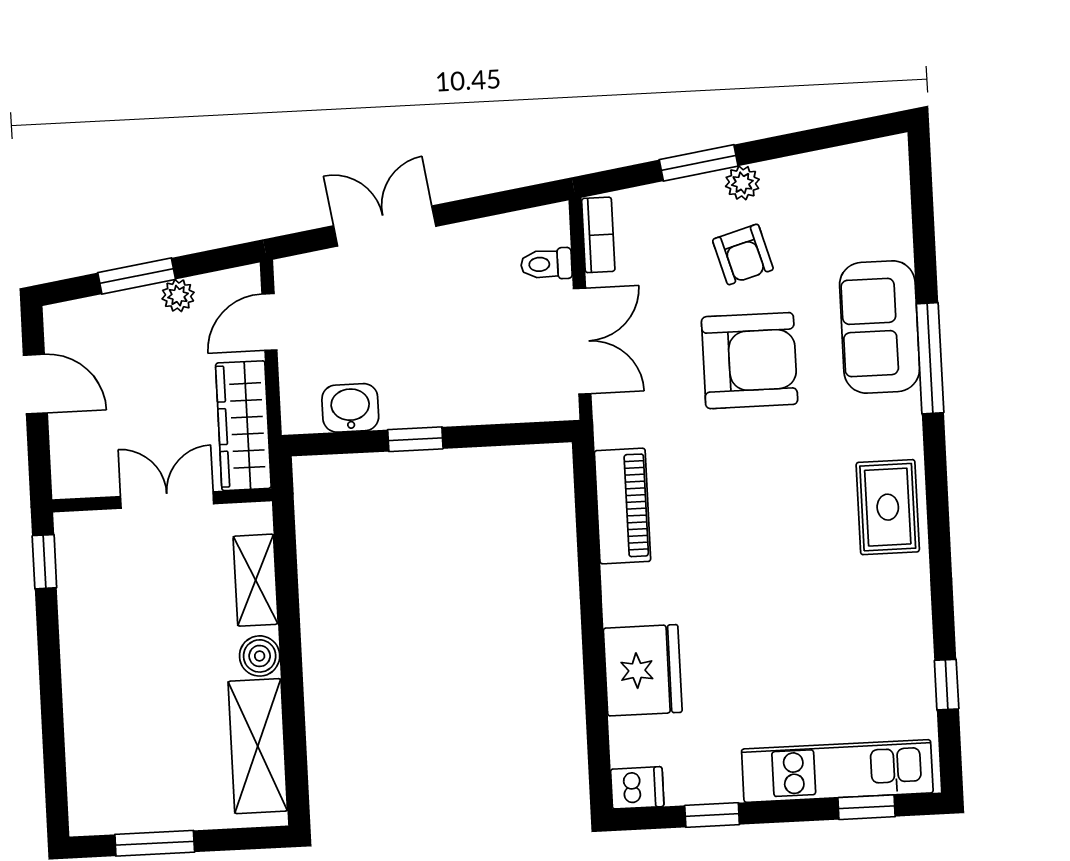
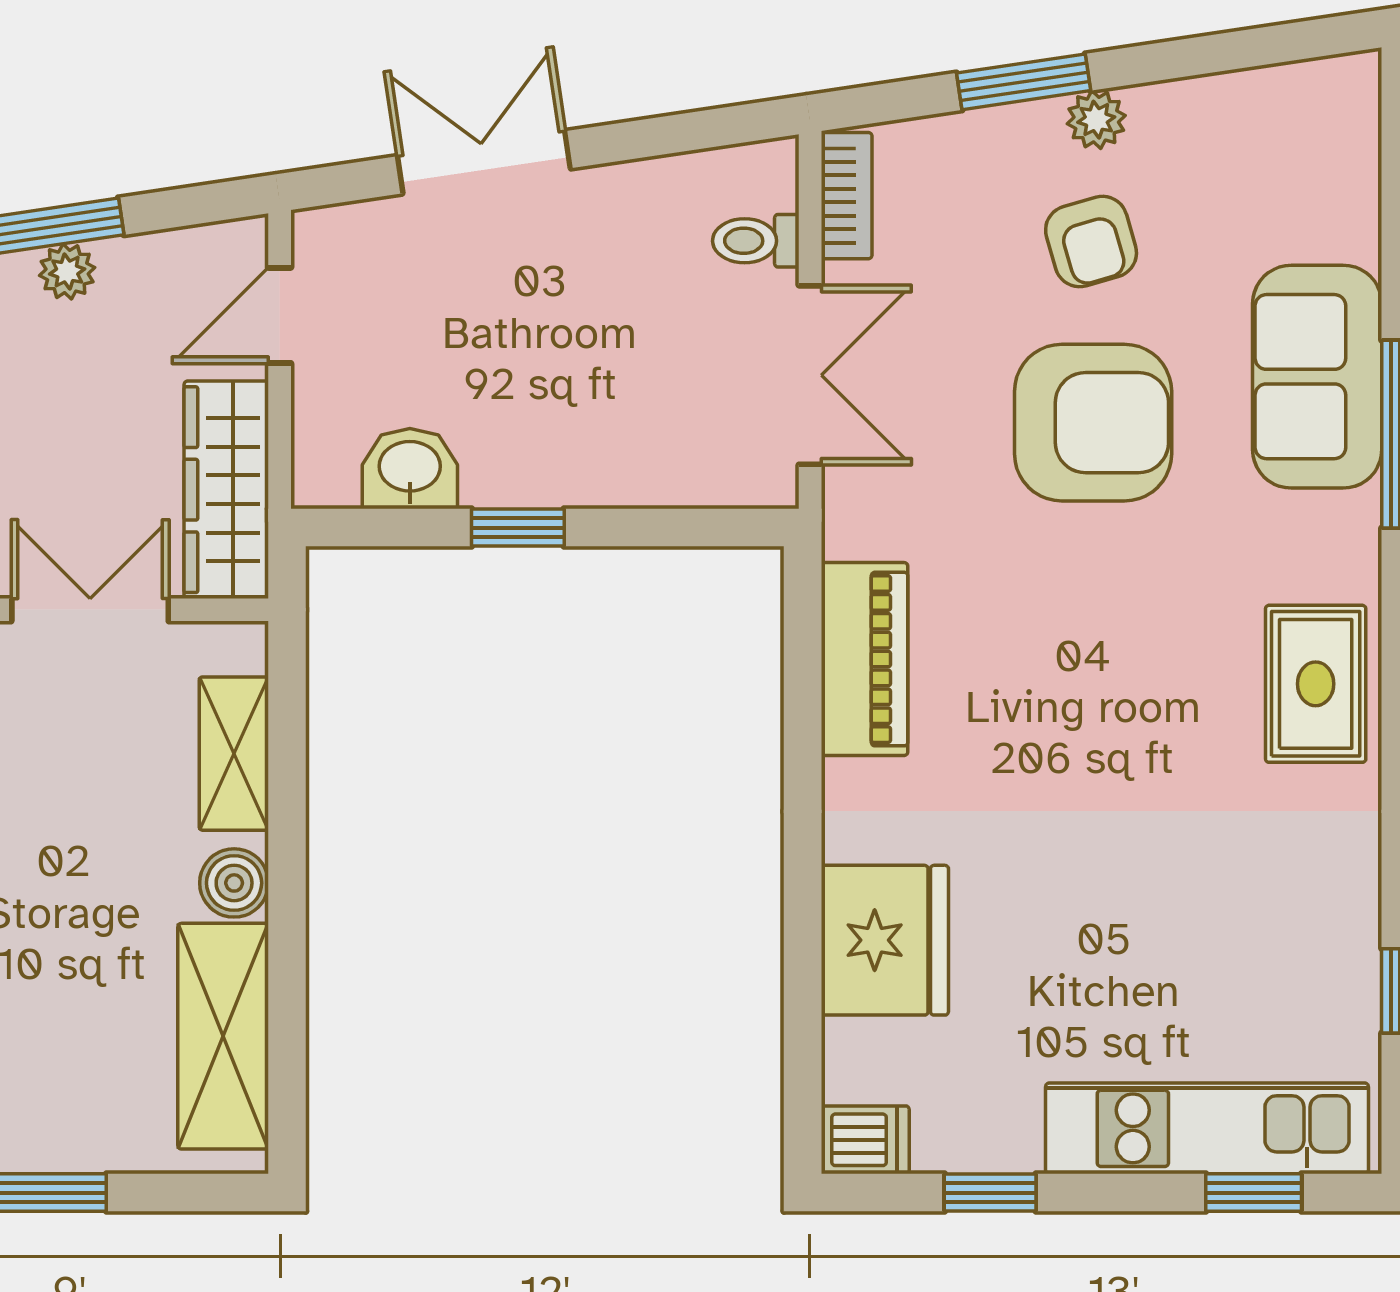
plant: (178, 296) -> (67, 272), moved

